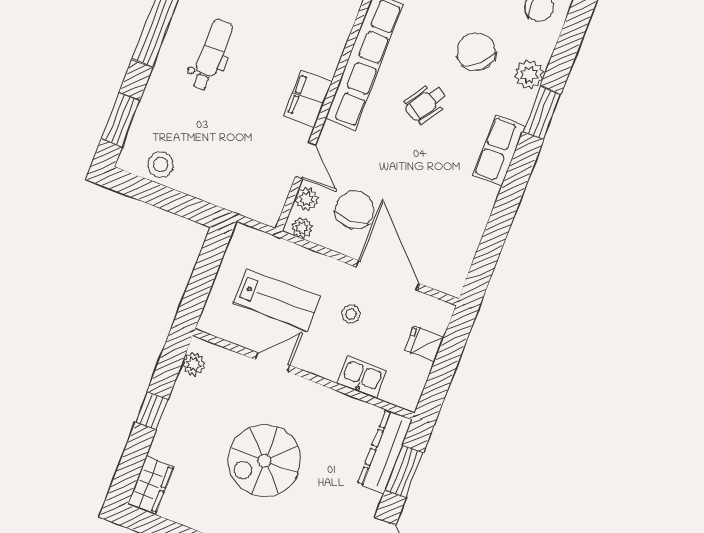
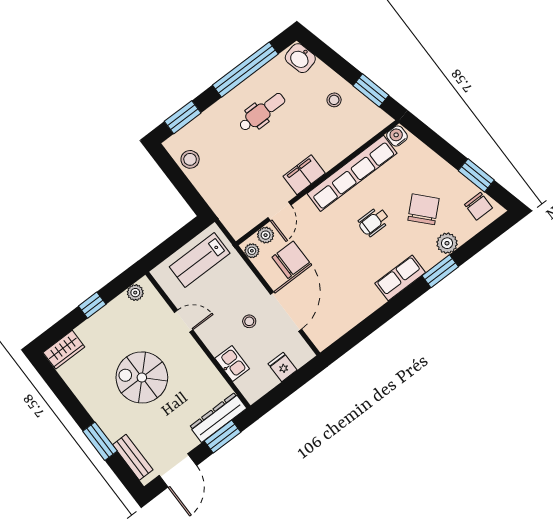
wheelchair: (426, 103) -> (374, 222), turned -34
lab bench: (277, 300) -> (200, 260), moved, turned 90

